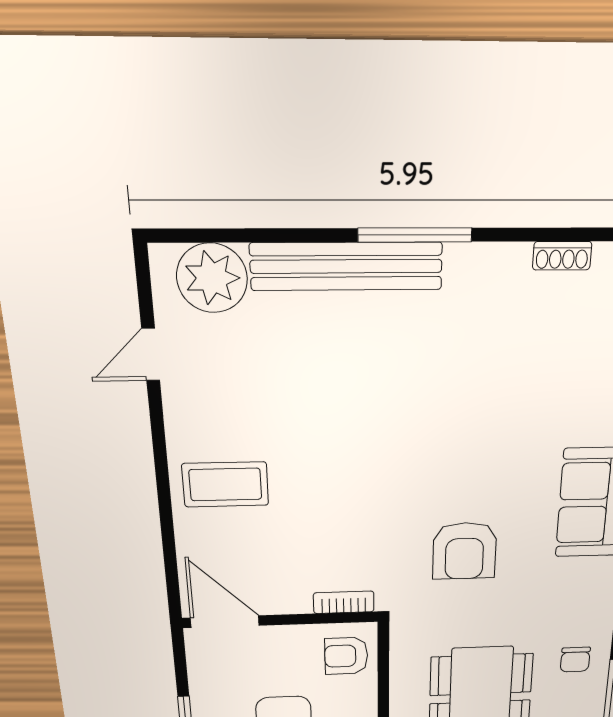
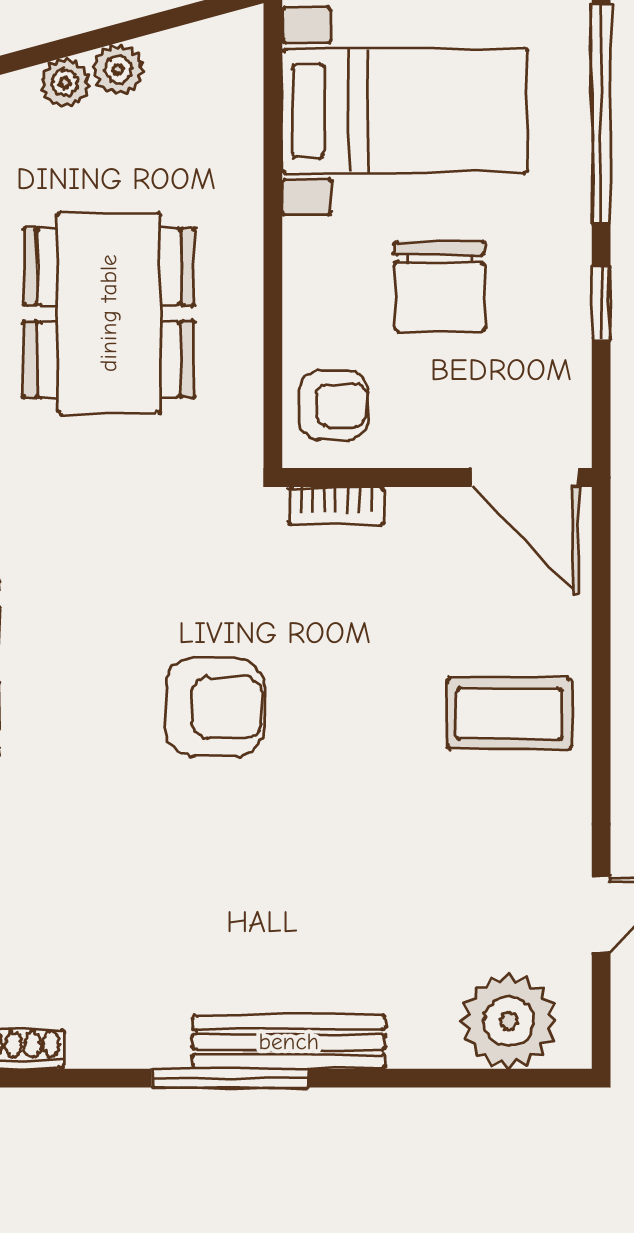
bench: (347, 266) -> (289, 1042), width x0.73, depth x0.82
armchair: (465, 551) -> (215, 707), moved, turned 90

